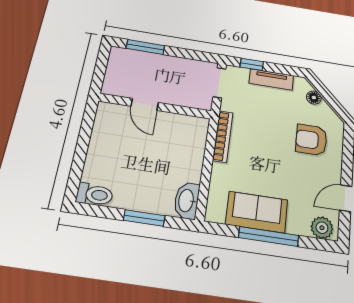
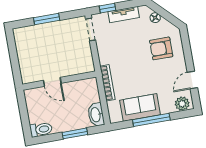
window: (145, 47) -> (47, 19), moved
door: (145, 104) -> (52, 82), moved
wall: (155, 106) -> (59, 81), moved
bookcase: (223, 136) -> (107, 83), moved

